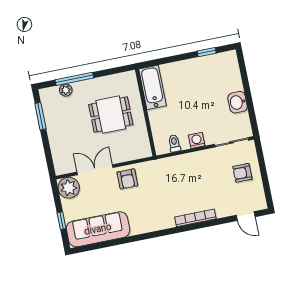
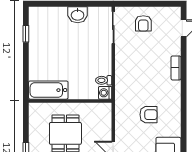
washing machine: (197, 140) -> (105, 93), moved
armchair: (127, 179) -> (149, 115), moved
bookcase: (195, 218) -> (176, 68), width x0.64

